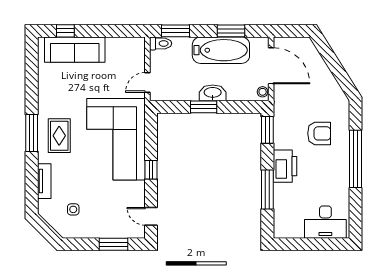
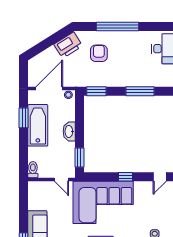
window: (176, 31) -> (24, 159), removed
window: (204, 107) -> (79, 158), moved
printer: (285, 166) -> (68, 45), moved, turned 148

